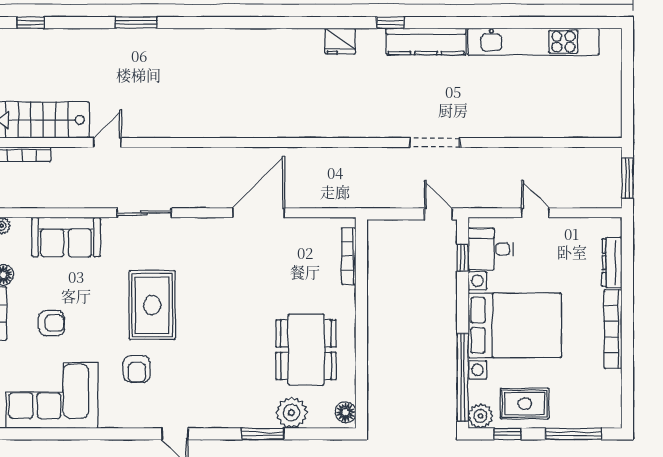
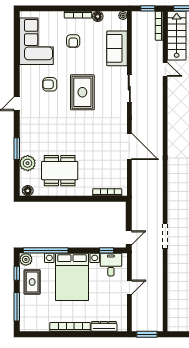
rug: (152, 305) -> (82, 92), turned 90

